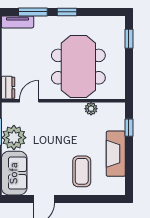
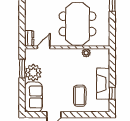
window: (129, 128) -> (112, 93), moved

